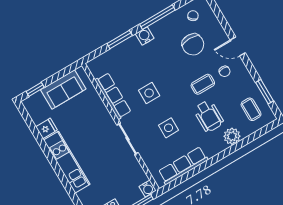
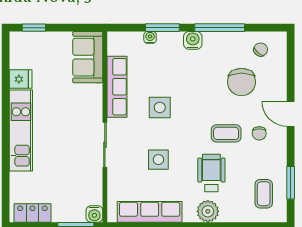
water cooler: (115, 51) -> (150, 37), added
sofa: (63, 89) -> (88, 57), moved, turned 90
wheelchair: (209, 116) -> (211, 173), turned 180
plant: (232, 136) -> (208, 211), moved

